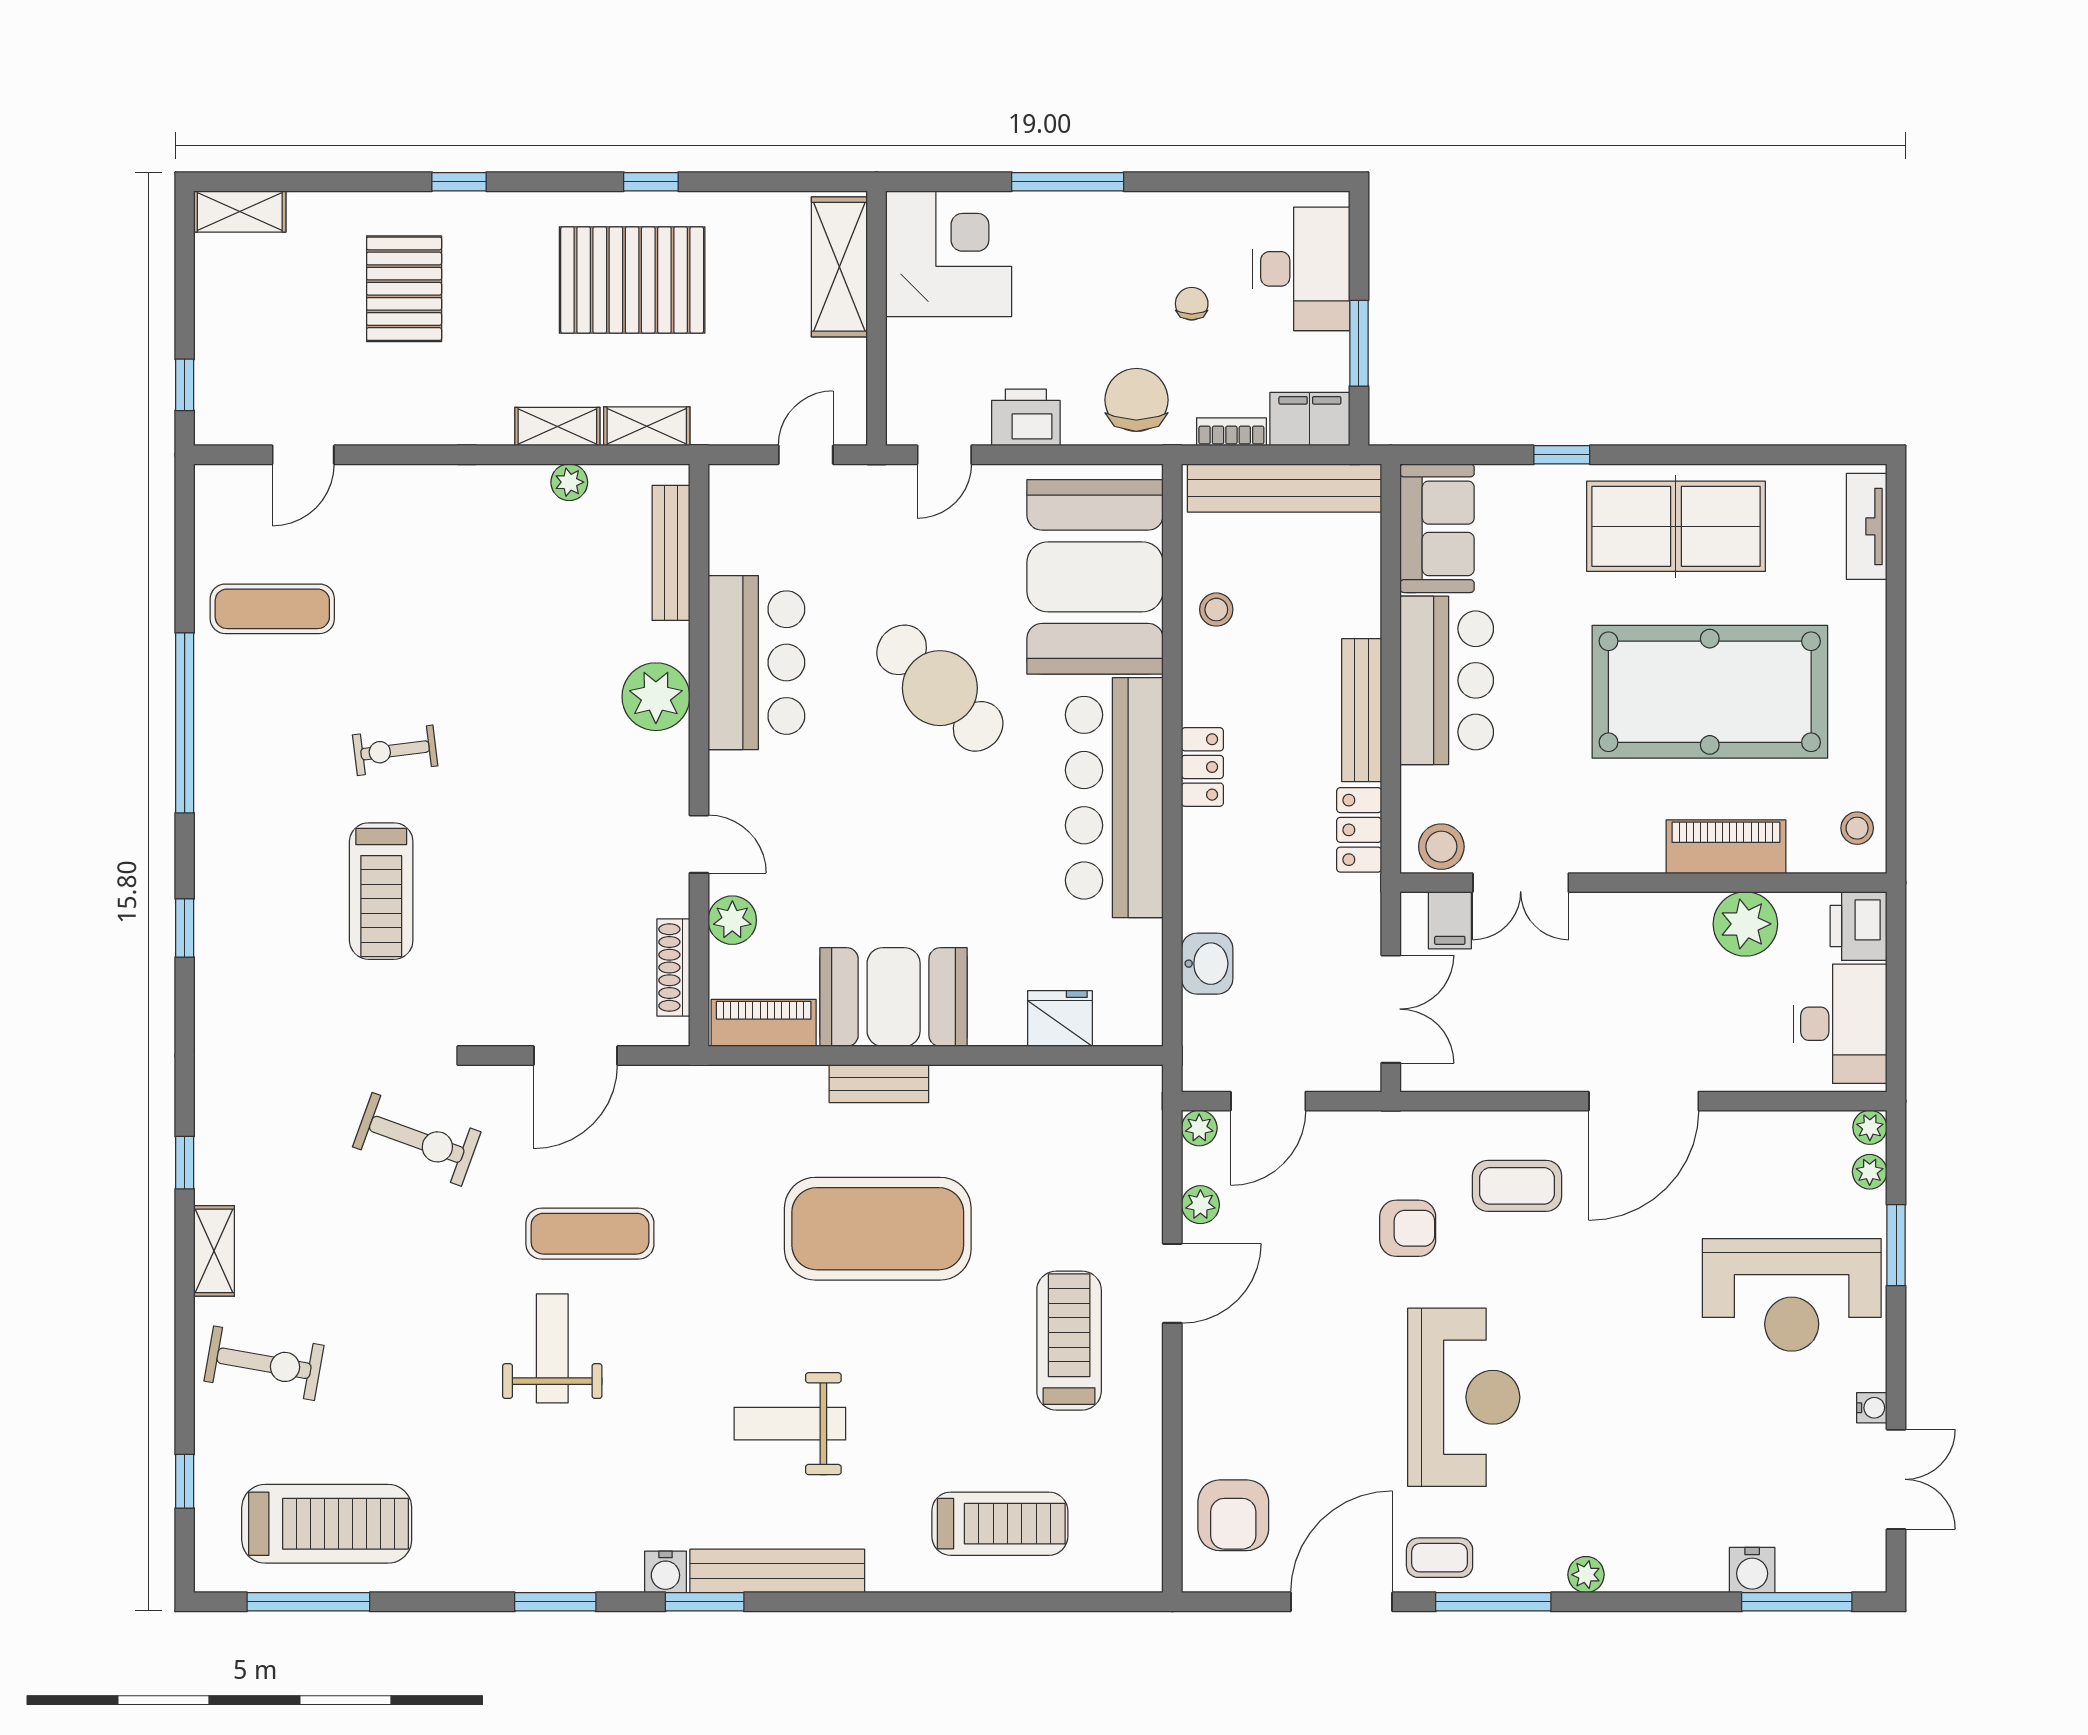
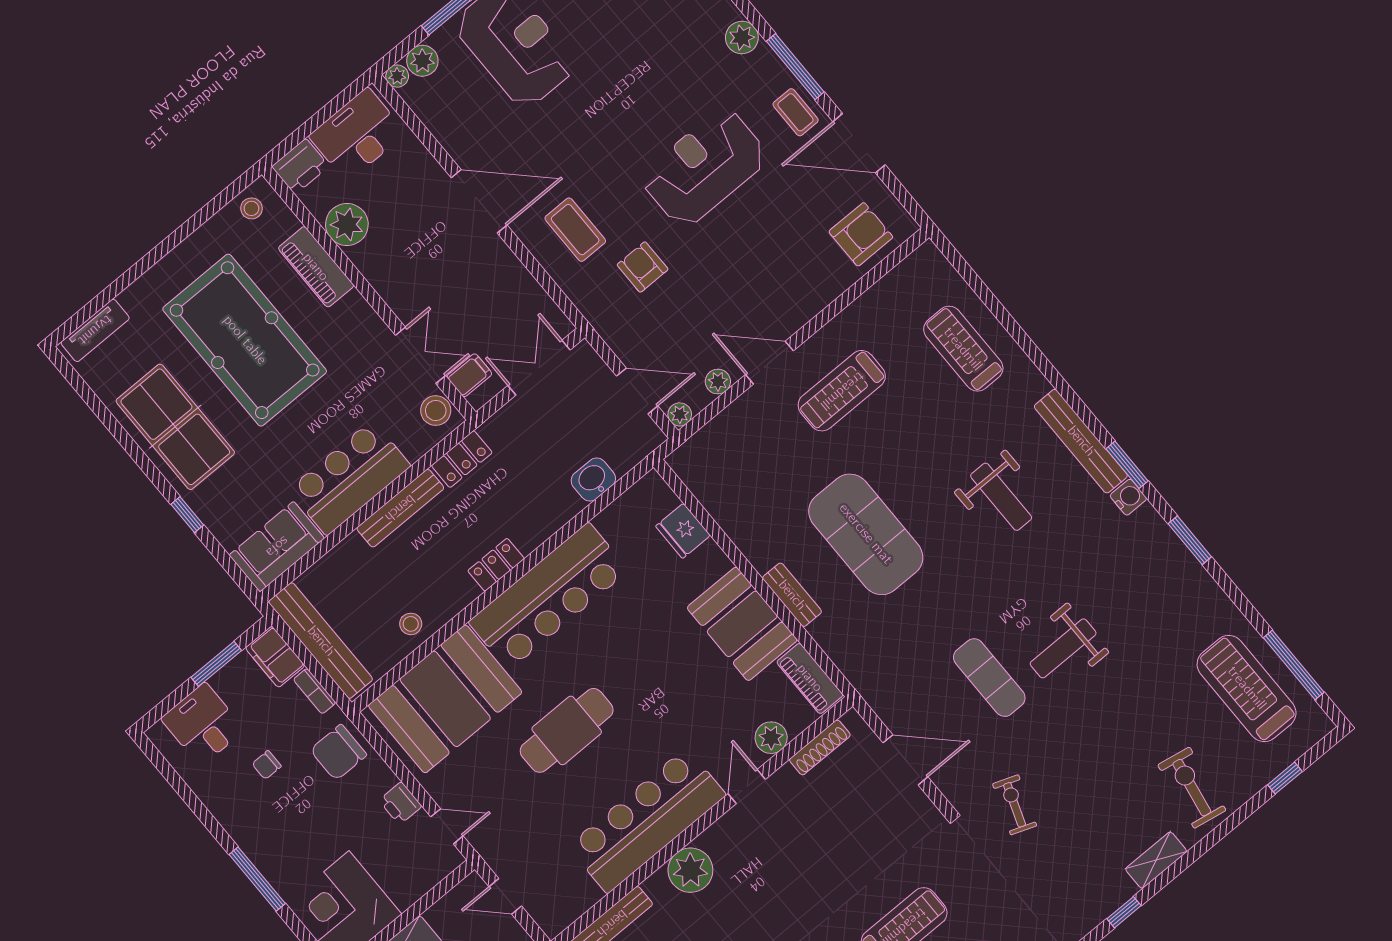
desk: (1301, 269) -> (203, 724), width x0.73
printer: (1026, 417) -> (400, 803), width x0.73, depth x0.81
bar counter: (756, 663) -> (647, 821), width x1.36
cafe table: (940, 688) -> (567, 730), turned 45
exercise bike: (417, 1139) -> (1015, 805), width x0.73, depth x0.72
plant: (1870, 1172) -> (422, 61), width x1.38, depth x1.38
plant: (1586, 1575) -> (742, 38), width x1.38, depth x1.38

